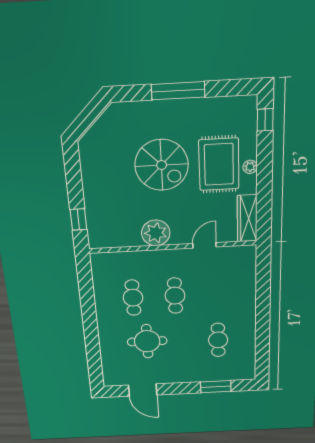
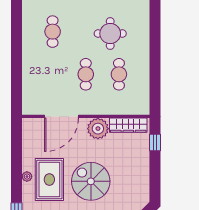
wardrobe: (247, 218) -> (128, 125), moved, turned 90
door: (204, 245) -> (61, 116), width x1.88

